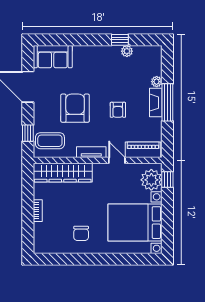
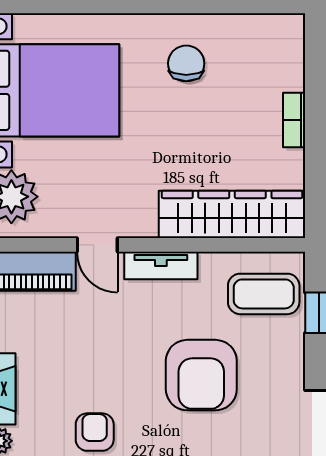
armchair: (118, 110) -> (95, 432), moved

